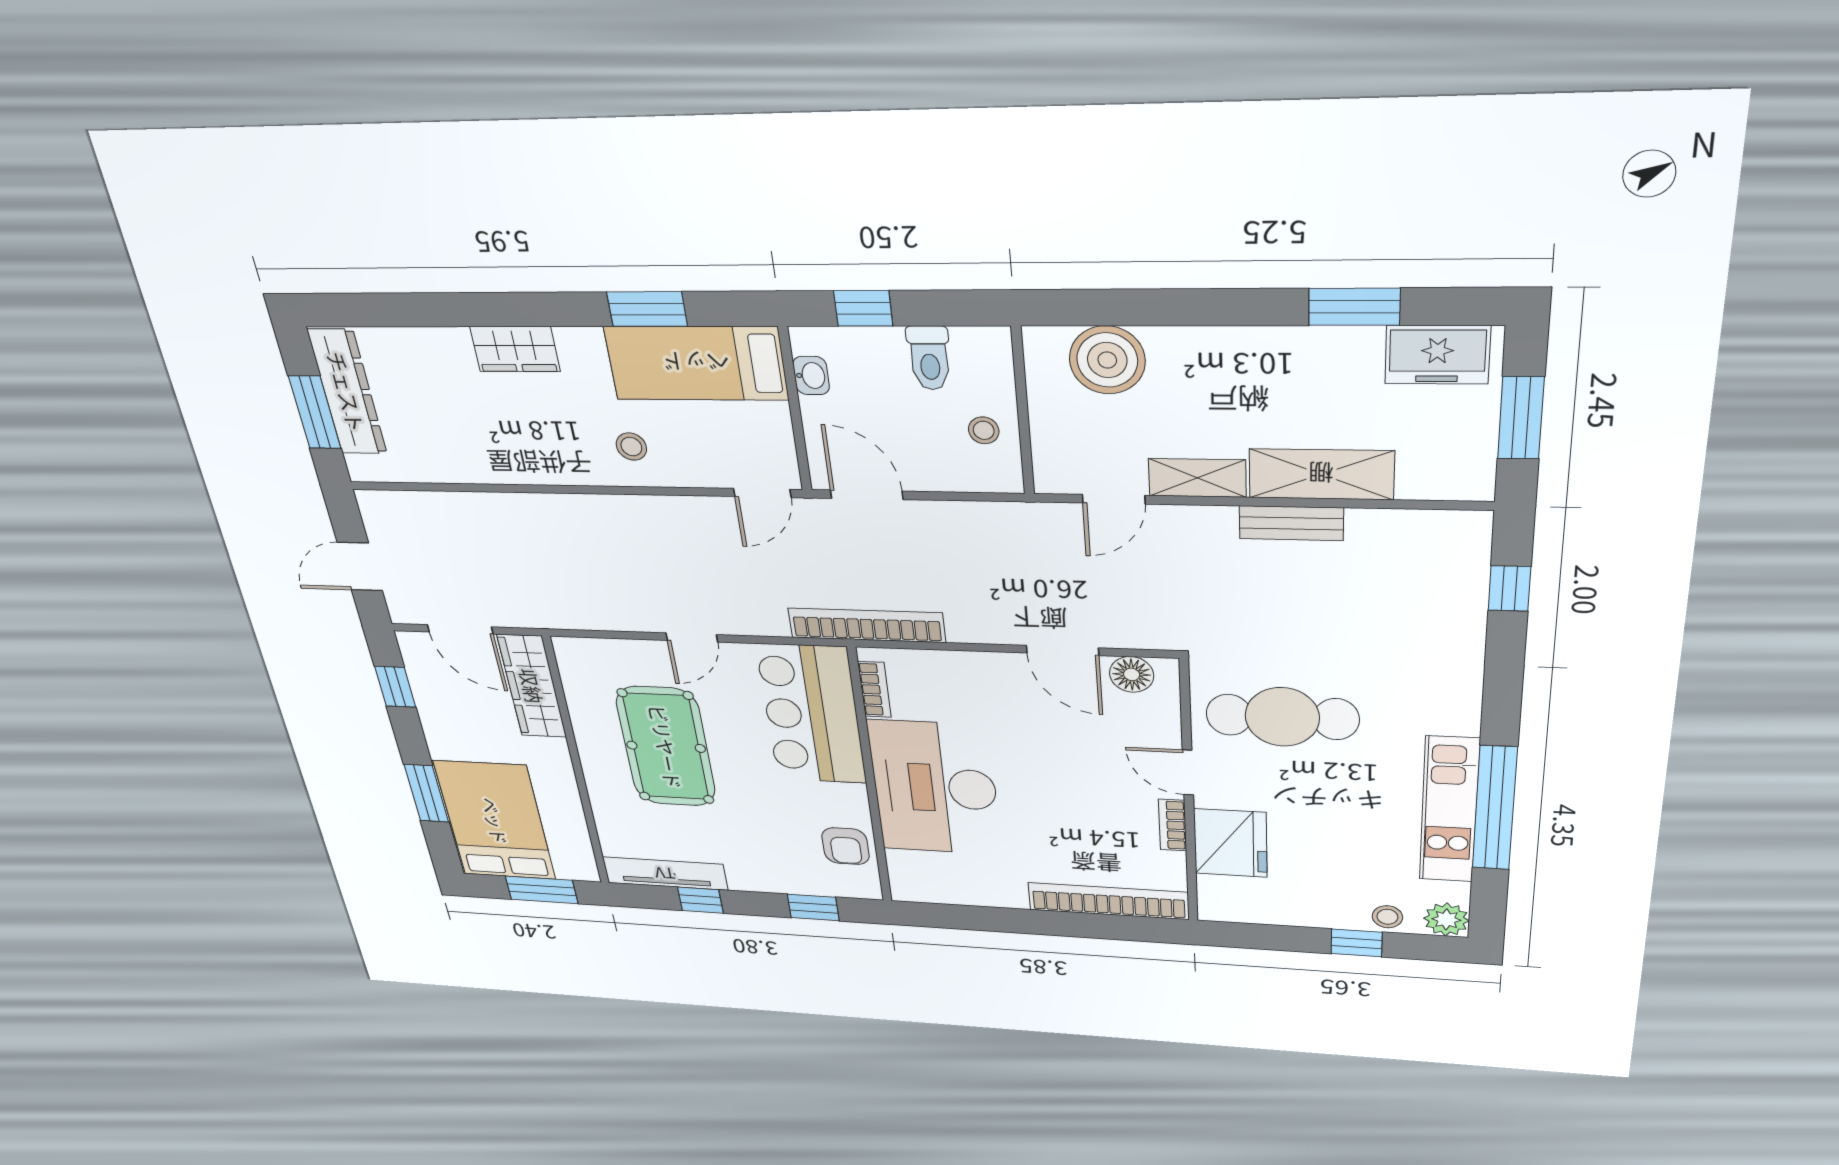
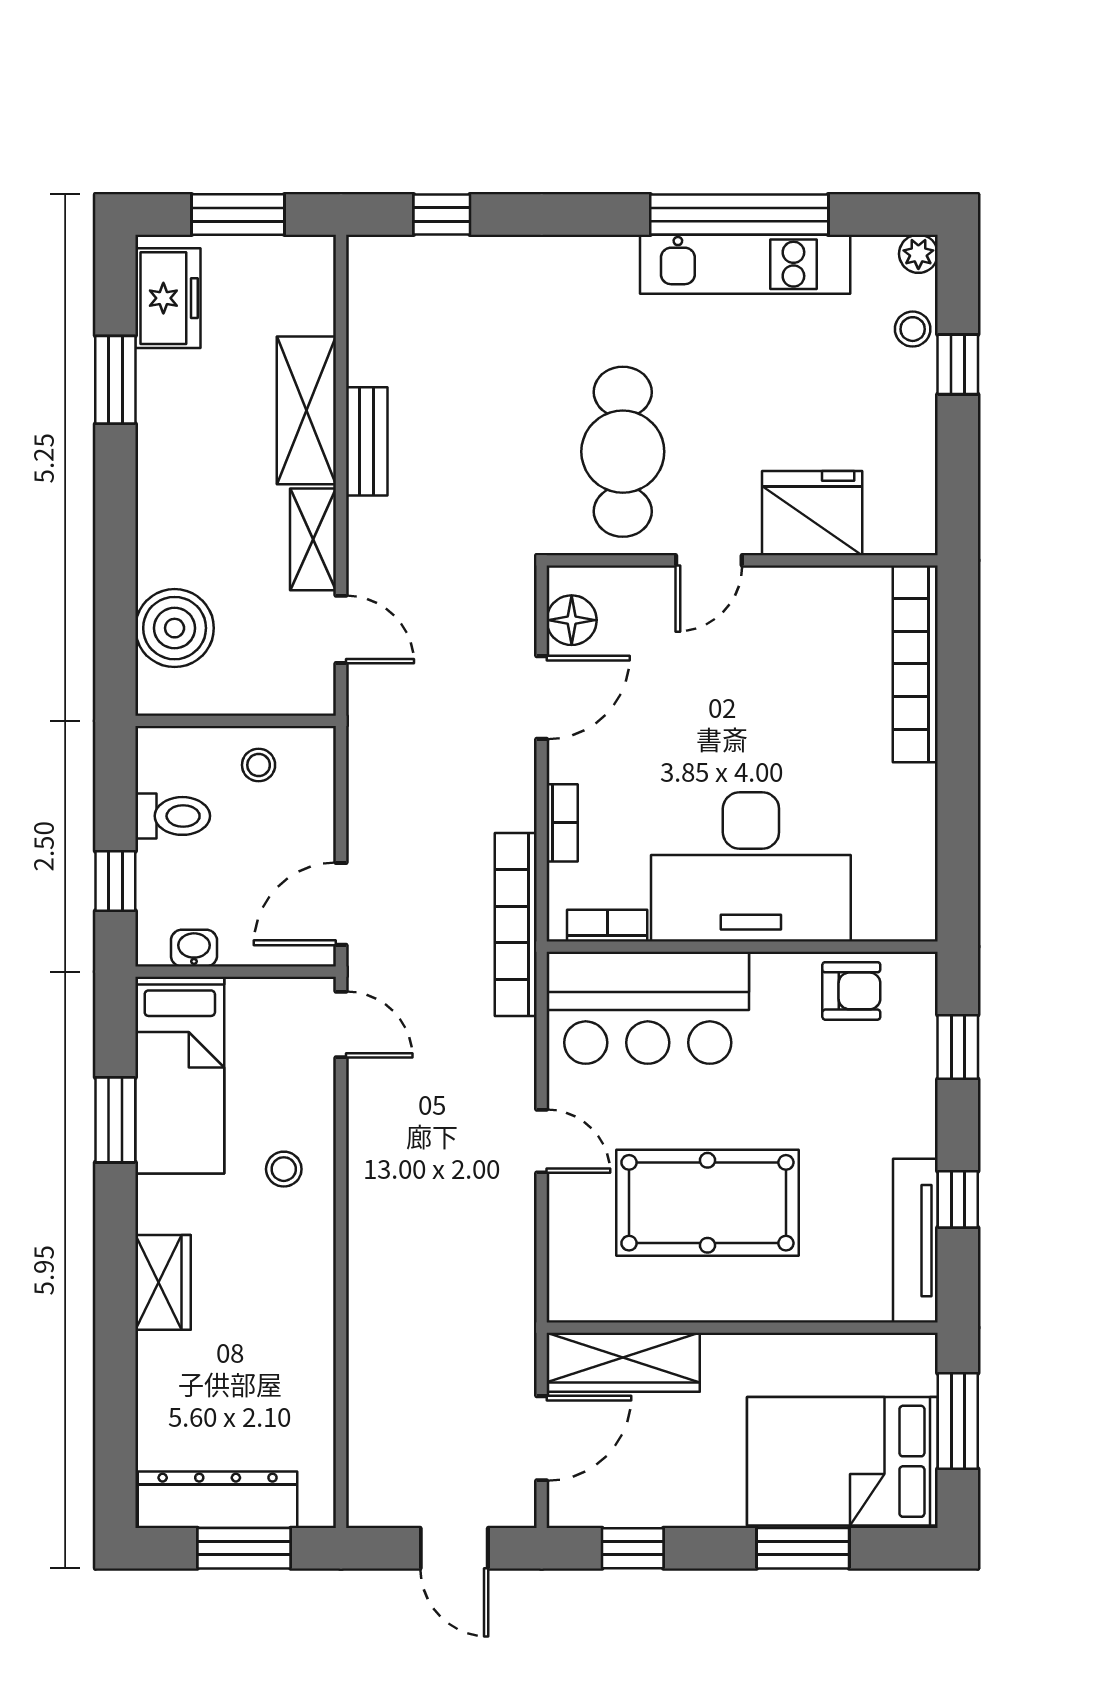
bookcase: (1173, 825) -> (562, 823), moved, turned -90
plant: (1446, 920) -> (918, 254), width x0.73, depth x0.73

